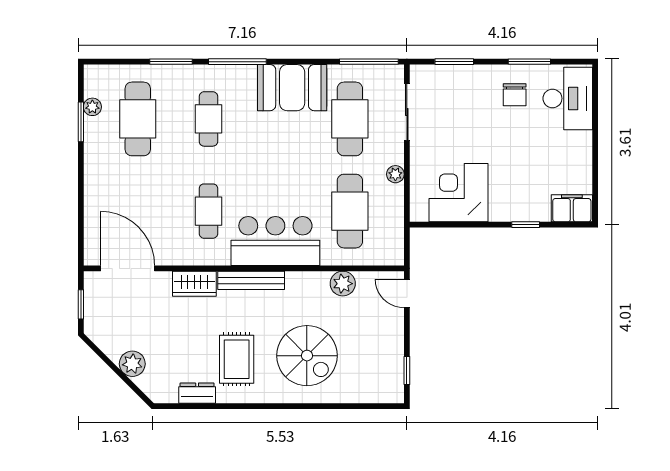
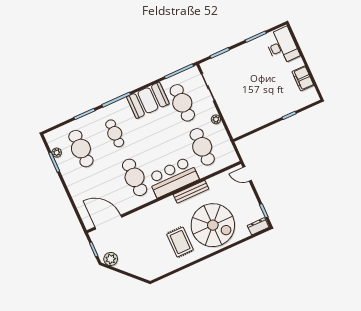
chair: (515, 95) -> (256, 56), removed
corner desk: (458, 193) -> (250, 115), removed
filing cabinet: (572, 208) -> (303, 78), moved, turned -90
cafe table: (208, 211) -> (135, 177), width x1.37, depth x1.35
bench: (251, 280) -> (191, 192), moved
wardrobe: (194, 284) -> (144, 215), removed
plant: (343, 284) -> (214, 183), removed
spiral stairs: (307, 356) -> (213, 225), width x1.37, depth x1.37
plant: (132, 364) -> (111, 259), moved
dresser: (197, 393) -> (258, 226), moved

